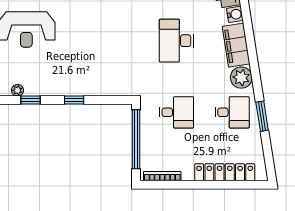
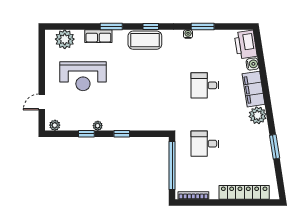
desk: (176, 41) -> (205, 85), width x0.73
plant: (17, 90) -> (98, 126), moved
desk: (176, 112) -> (205, 144), turned 180
desk: (232, 112) -> (250, 144), removed

